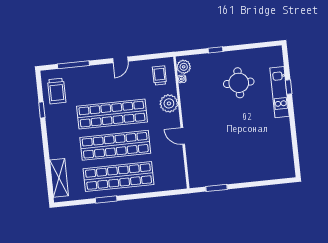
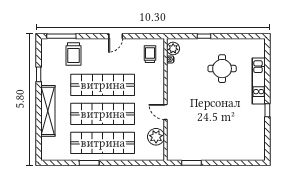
window: (73, 65) -> (61, 36), moved
window: (289, 87) -> (267, 110), moved
trolley: (57, 91) -> (73, 54), moved
plant: (169, 103) -> (156, 137), moved
shelving: (59, 178) -> (48, 111), moved, width x1.47

